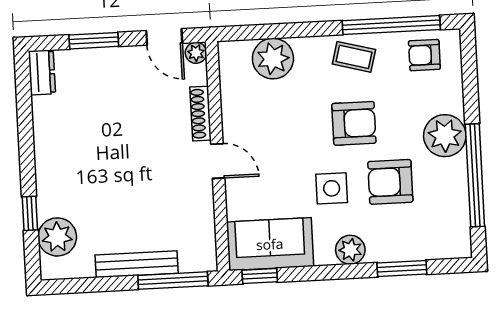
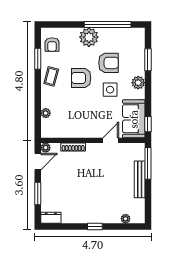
window: (391, 25) -> (38, 59), width x0.47
plant: (273, 59) -> (46, 113), width x0.53, depth x0.53
armchair: (354, 123) -> (81, 78), turned -90
door: (218, 161) -> (111, 140), moved
armchair: (390, 182) -> (108, 63), turned -90
window: (30, 213) -> (95, 226), moved
plant: (57, 237) -> (126, 219), width x0.53, depth x0.53

